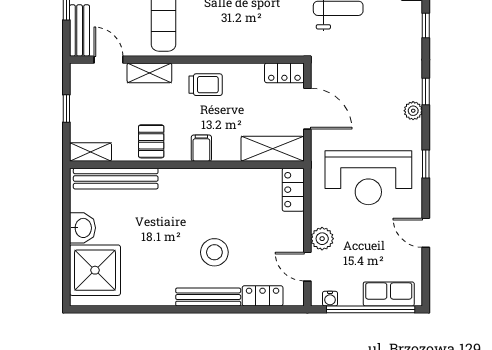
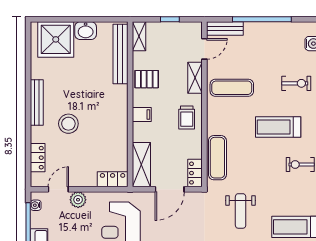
exercise mat: (263, 41) -> (217, 158), added
bench: (208, 297) -> (37, 102), moved

